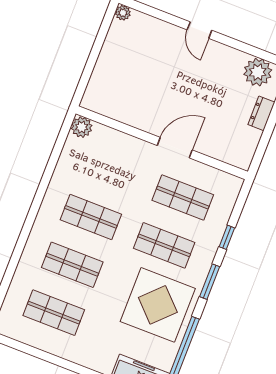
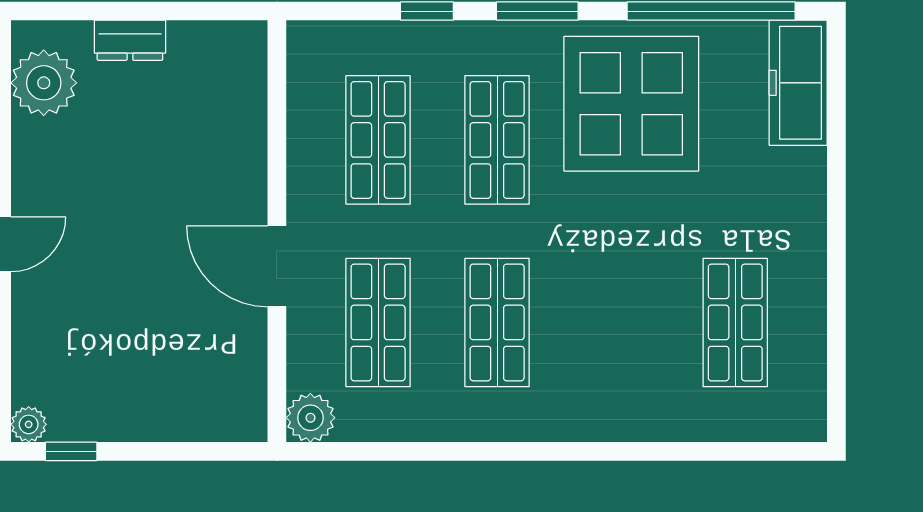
window: (105, 26) -> (71, 451), added
door: (175, 148) -> (277, 266), moved
shop shelf: (72, 265) -> (378, 322), moved

